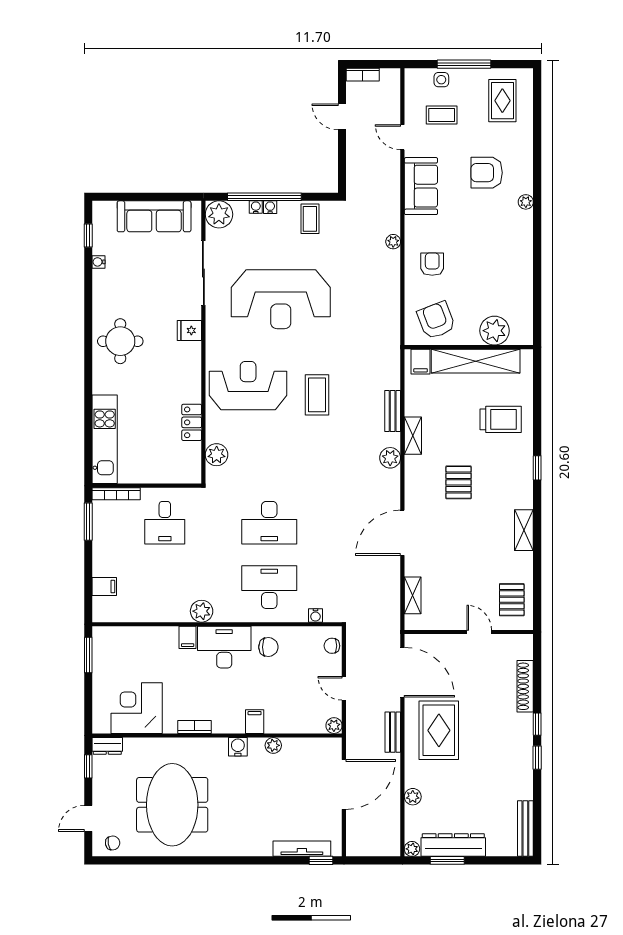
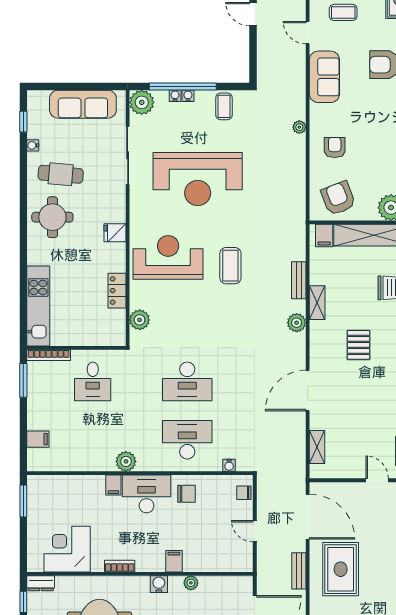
cafe table: (129, 294) -> (61, 174), added
fridge: (189, 331) -> (115, 233), moved
plant: (334, 726) -> (246, 565), removed

